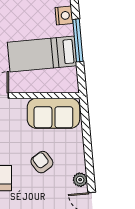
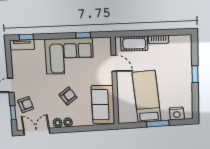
window: (78, 40) -> (158, 124), width x0.69
plant: (79, 164) -> (68, 122), added

